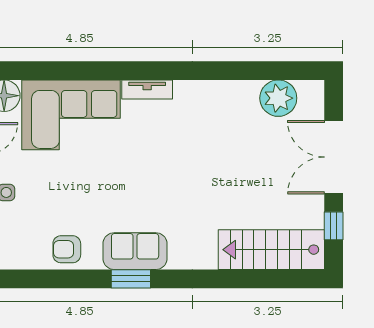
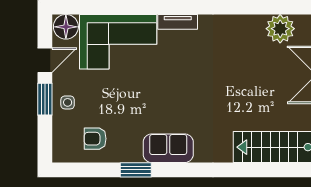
armchair: (67, 249) -> (95, 139), moved
window: (131, 279) -> (136, 170), moved

